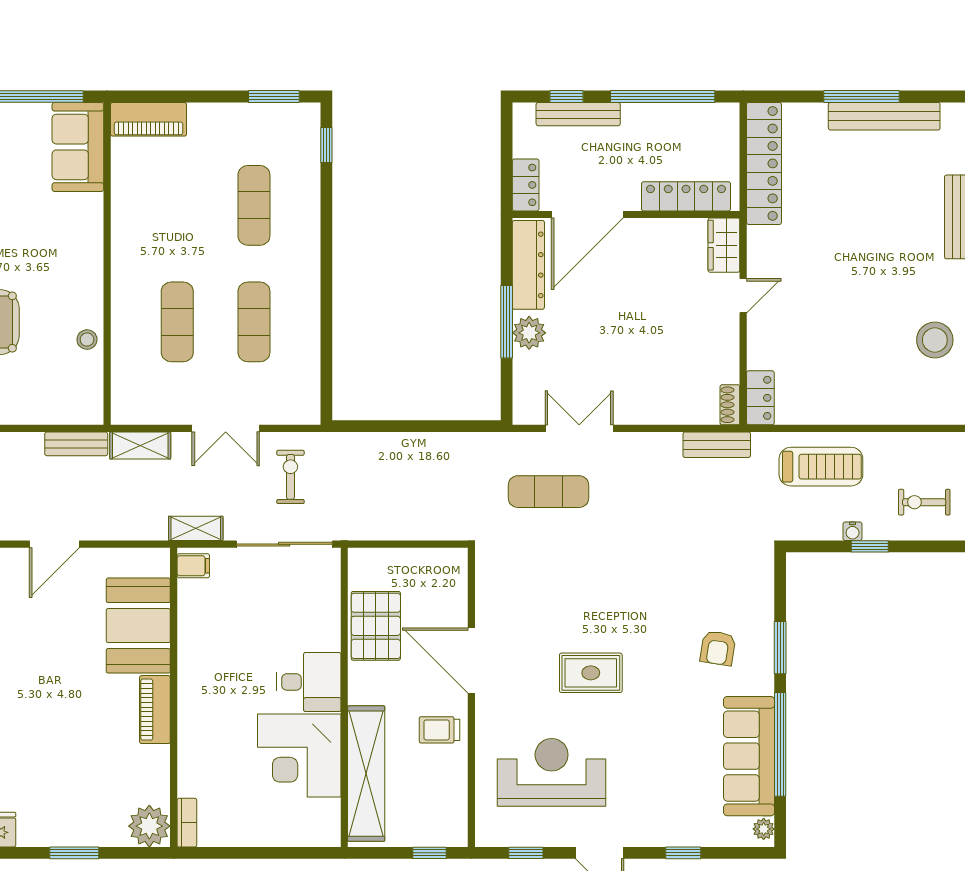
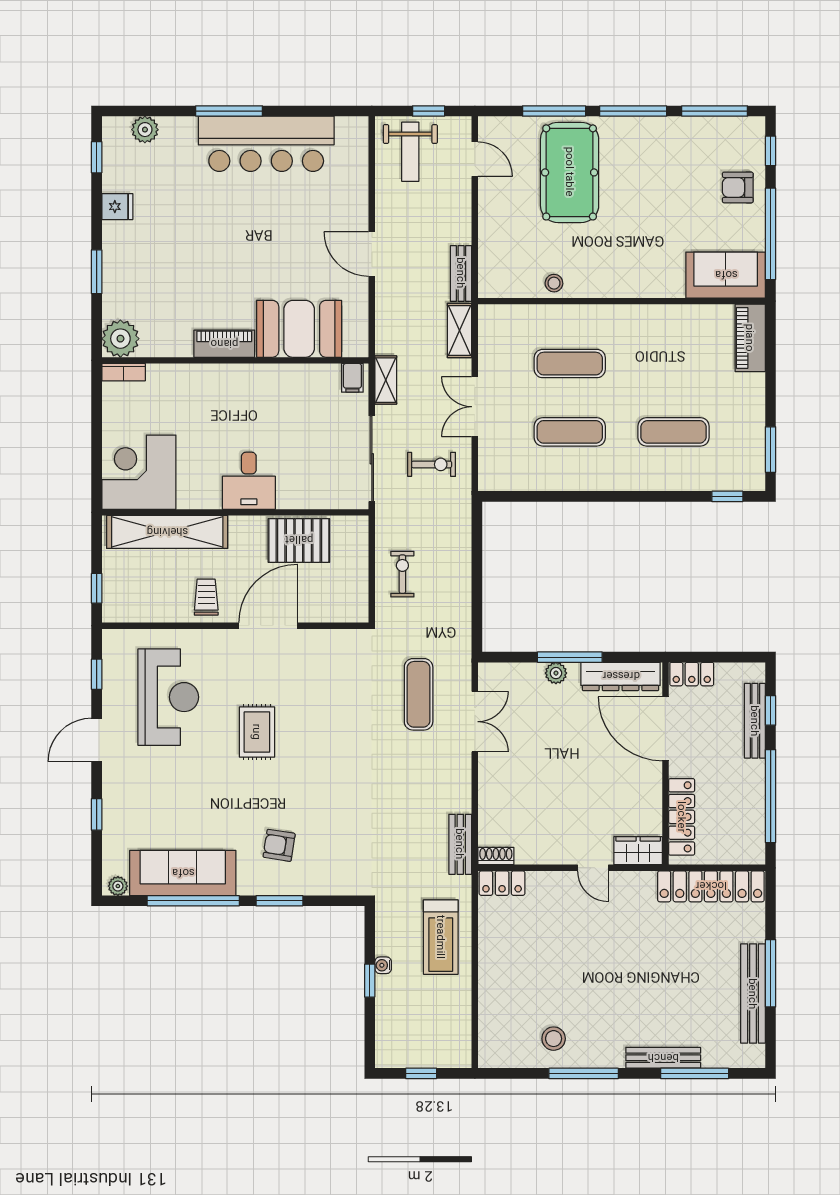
plant: (529, 333) -> (556, 673), width x0.73, depth x0.73
stool: (935, 340) -> (554, 1039), width x0.73, depth x0.73
exercise bike: (924, 502) -> (402, 574), moved
corner desk: (299, 756) -> (139, 472), moved

